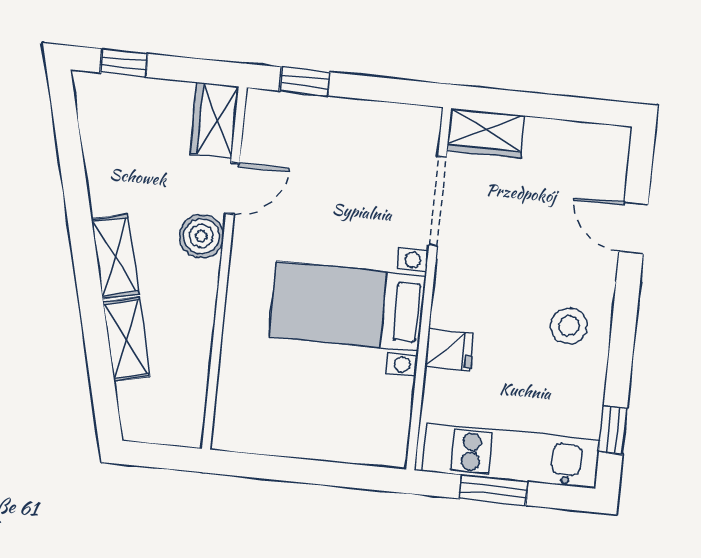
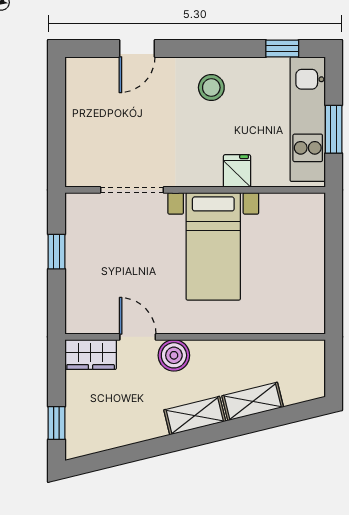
window: (305, 81) -> (56, 252), moved
wardrobe: (486, 133) -> (80, 161), removed

